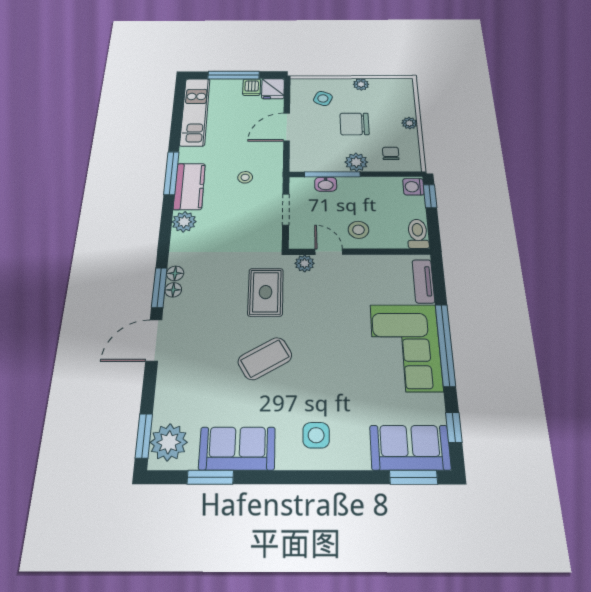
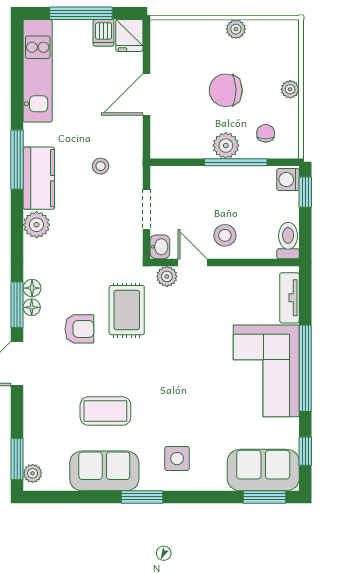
side table: (323, 98) -> (189, 51), removed
window: (332, 174) -> (236, 162), moved
washbasin: (326, 184) -> (160, 247), moved, turned -90
armchair: (218, 309) -> (79, 329), added
coffee table: (265, 359) -> (105, 411), moved, turned 30
plant: (169, 442) -> (33, 473), width x0.53, depth x0.53
window: (210, 477) -> (142, 497), moved

